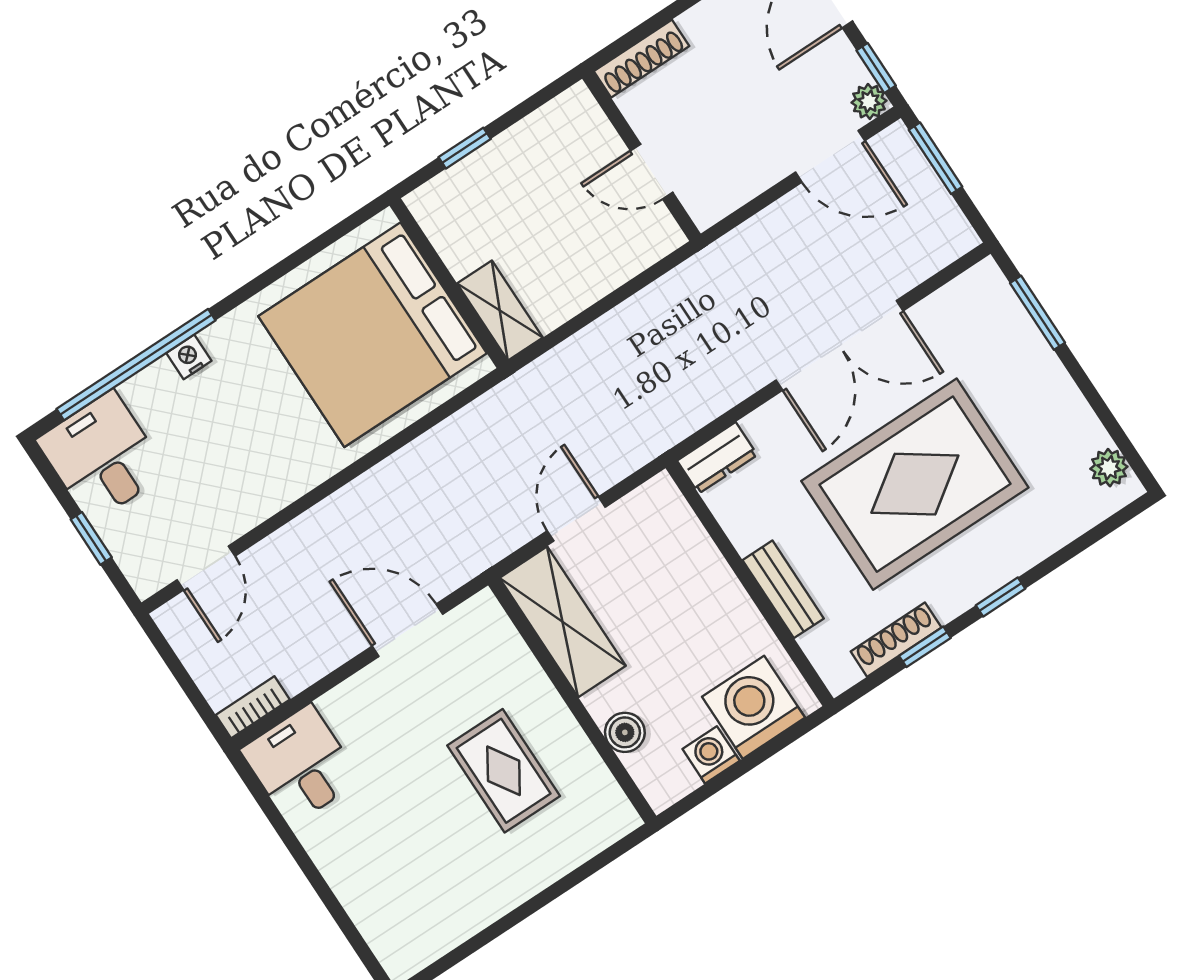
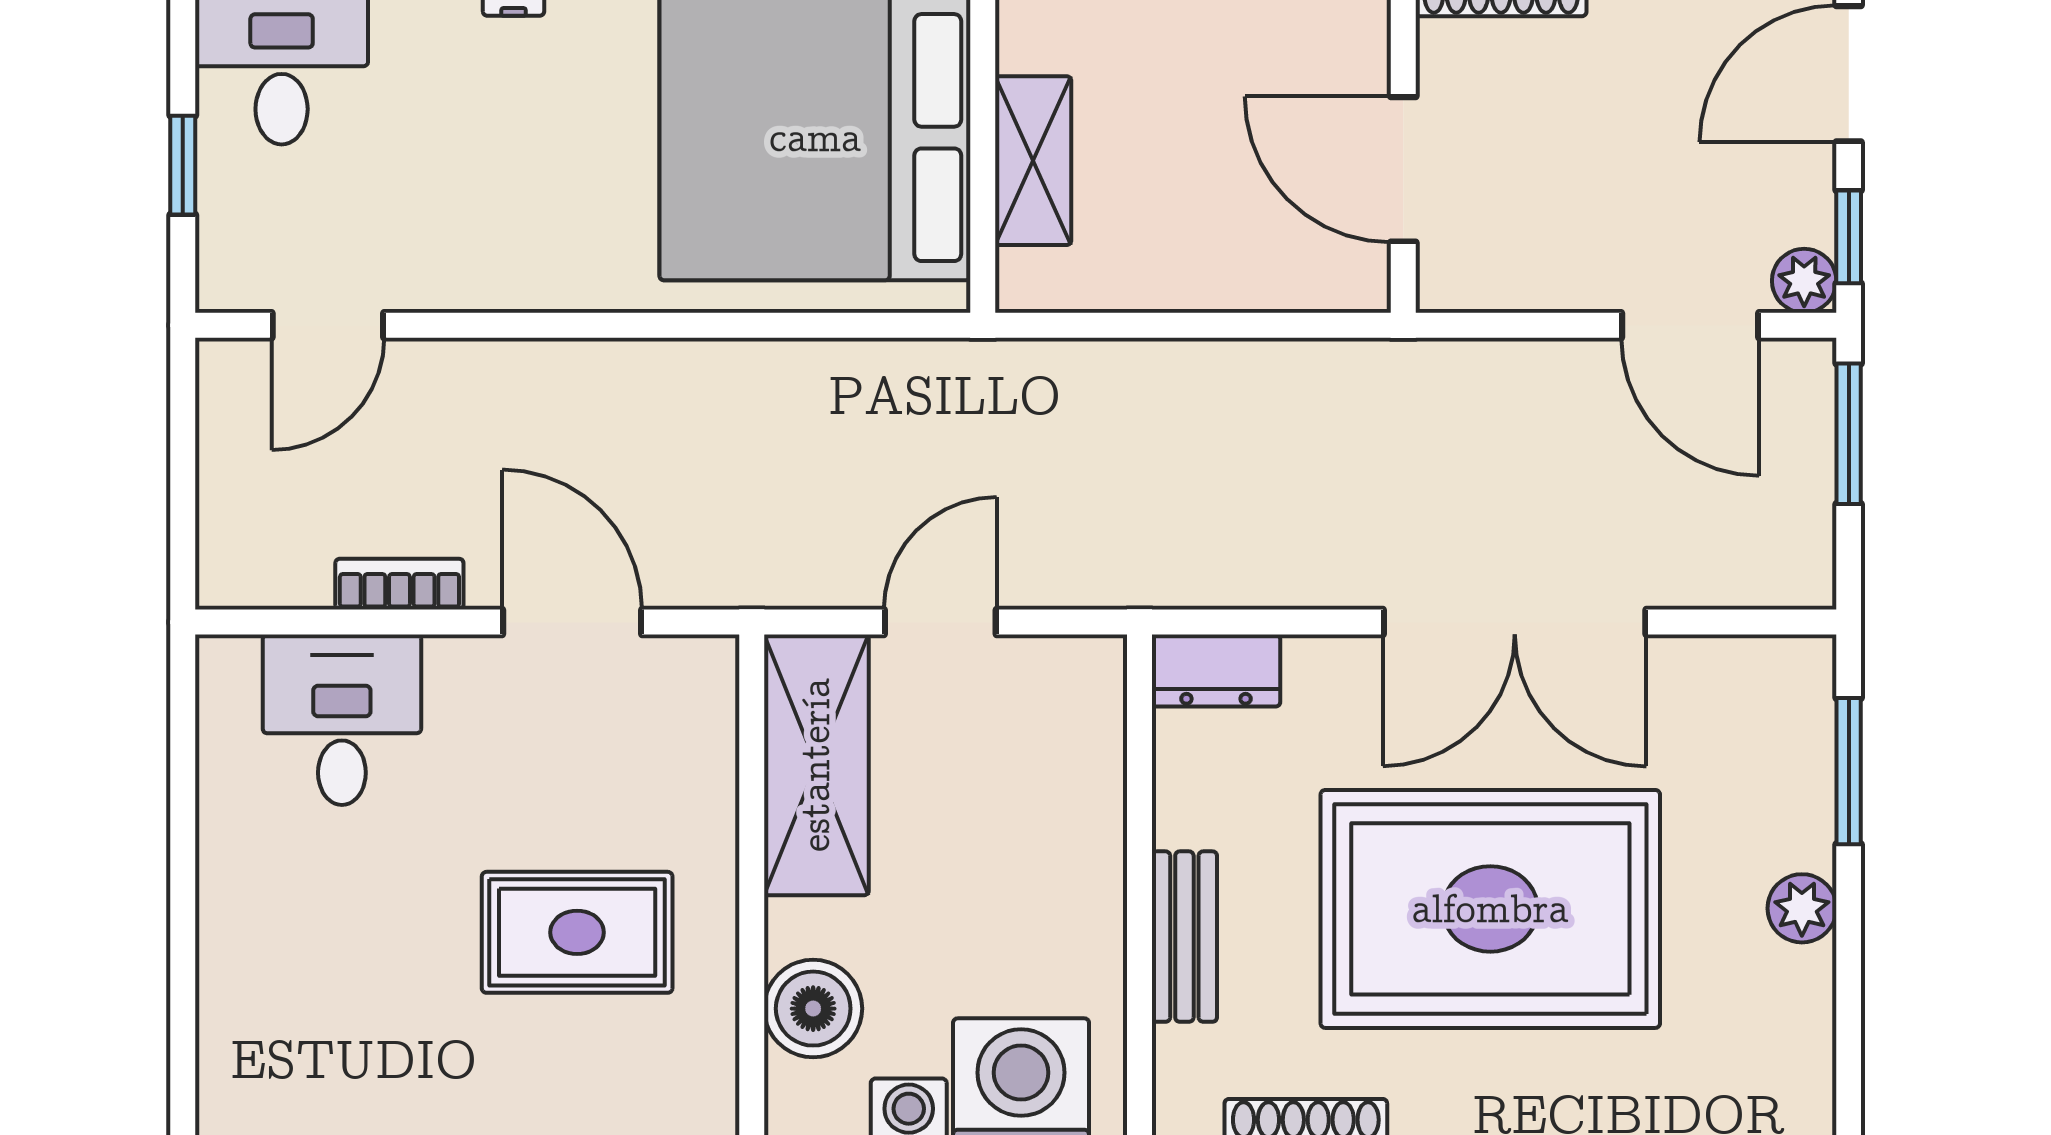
door: (652, 172) -> (1403, 169), width x1.38
shelving: (500, 311) -> (1033, 161), moved
plant: (1109, 468) -> (1802, 908), moved
bookcase: (253, 707) -> (399, 584), moved
boiler: (625, 732) -> (813, 1009), width x1.36, depth x1.36
desk: (301, 765) -> (342, 720), moved
rug: (504, 771) -> (577, 932), turned 90

